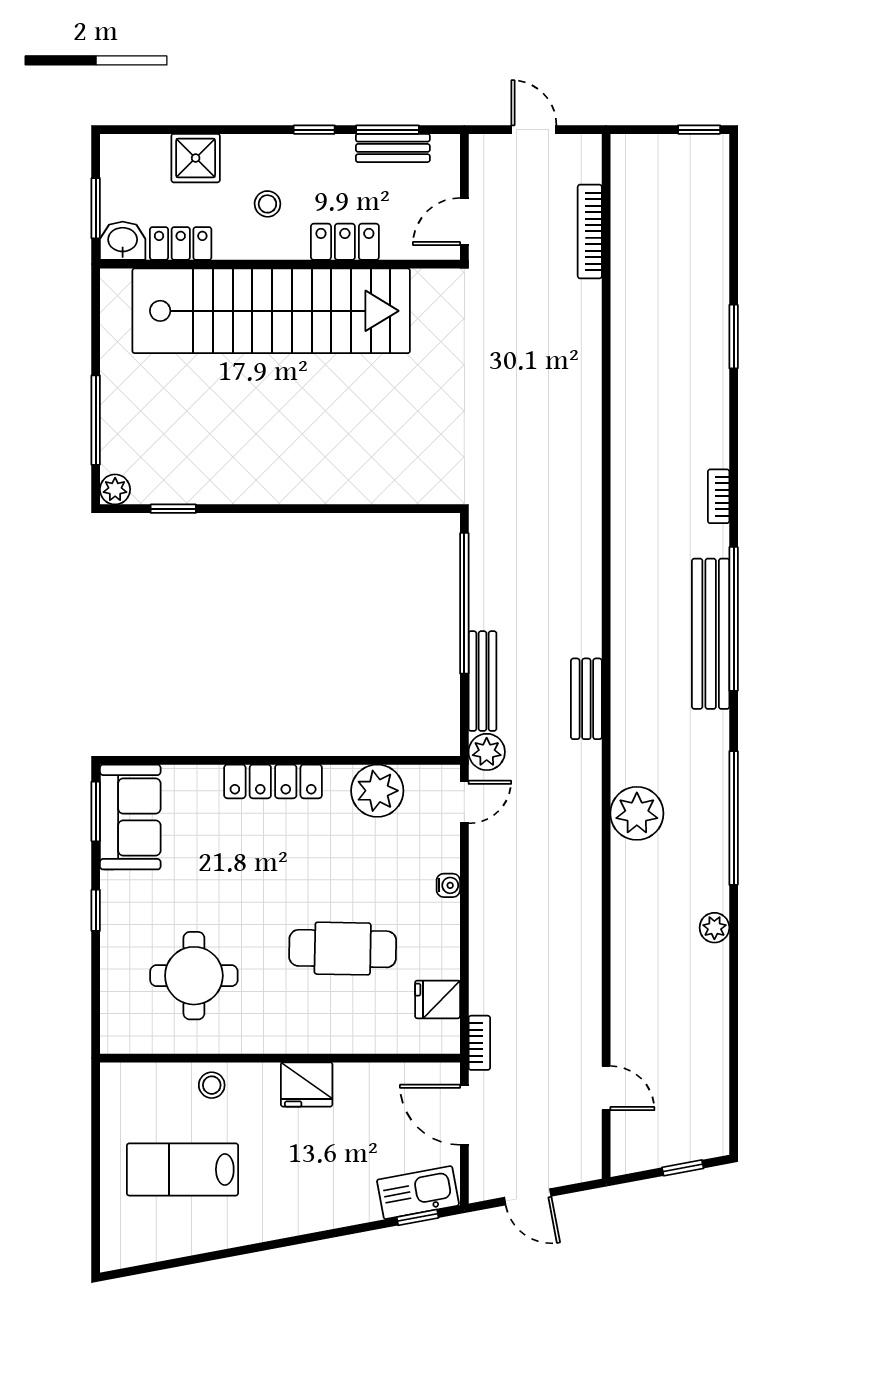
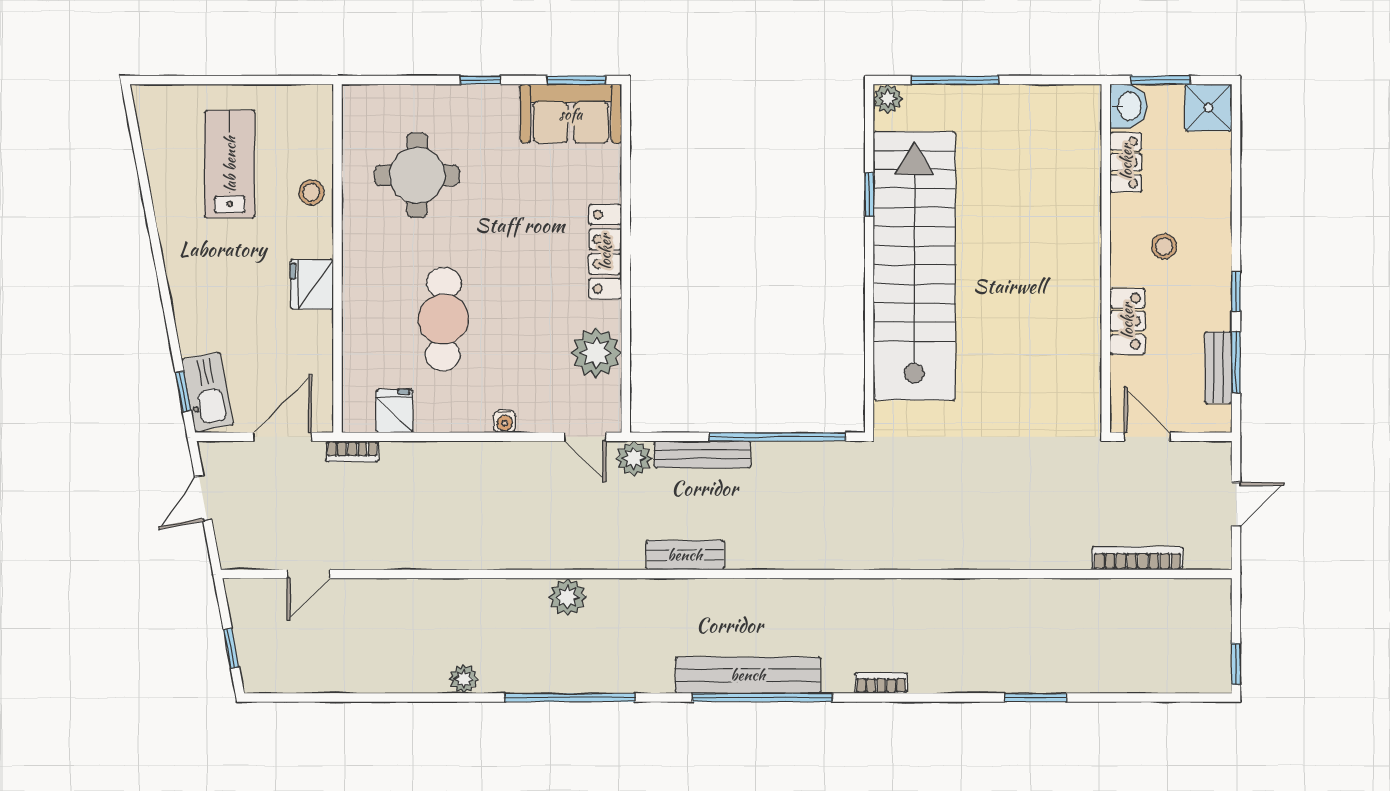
shower: (196, 158) -> (1209, 108), moved
stairs: (271, 311) -> (914, 266), moved, turned 180
window: (173, 509) -> (869, 195), moved
plant: (637, 813) -> (567, 597), width x0.73, depth x0.73

